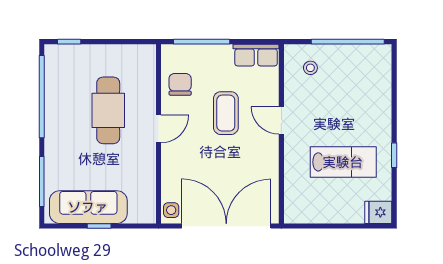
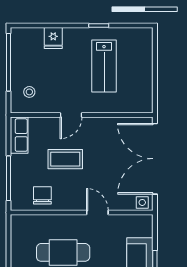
chair: (180, 84) -> (42, 195), turned 90
door: (159, 129) -> (97, 213), moved
lab bench: (343, 162) -> (104, 66), turned 180
fridge: (378, 212) -> (53, 38), moved

